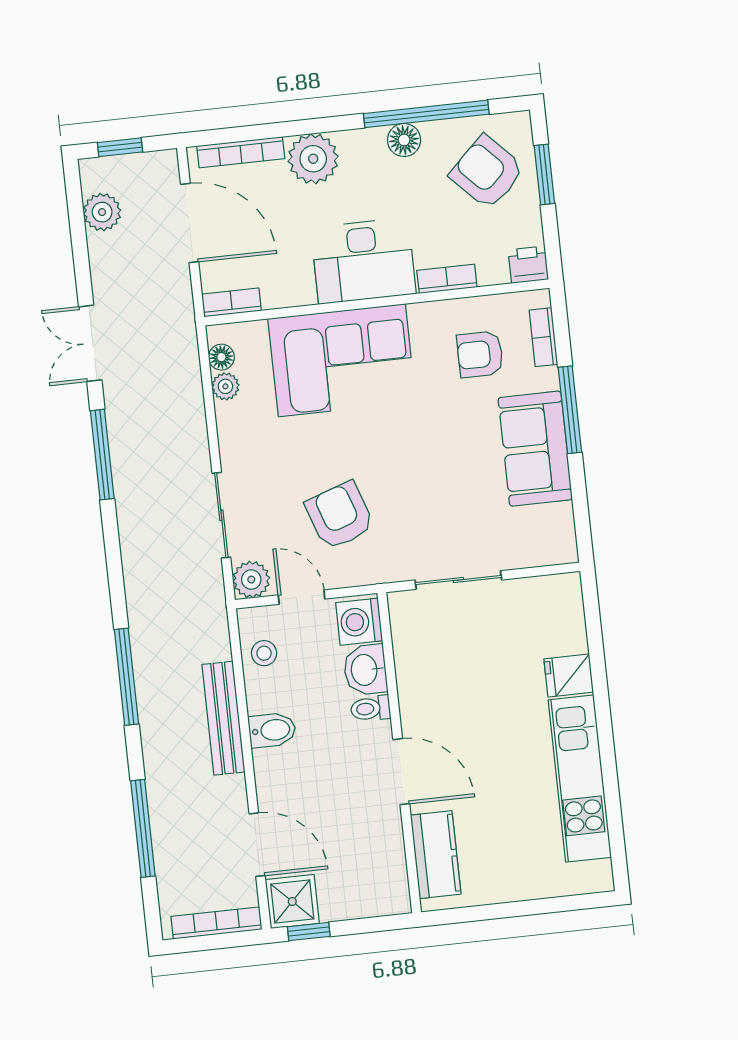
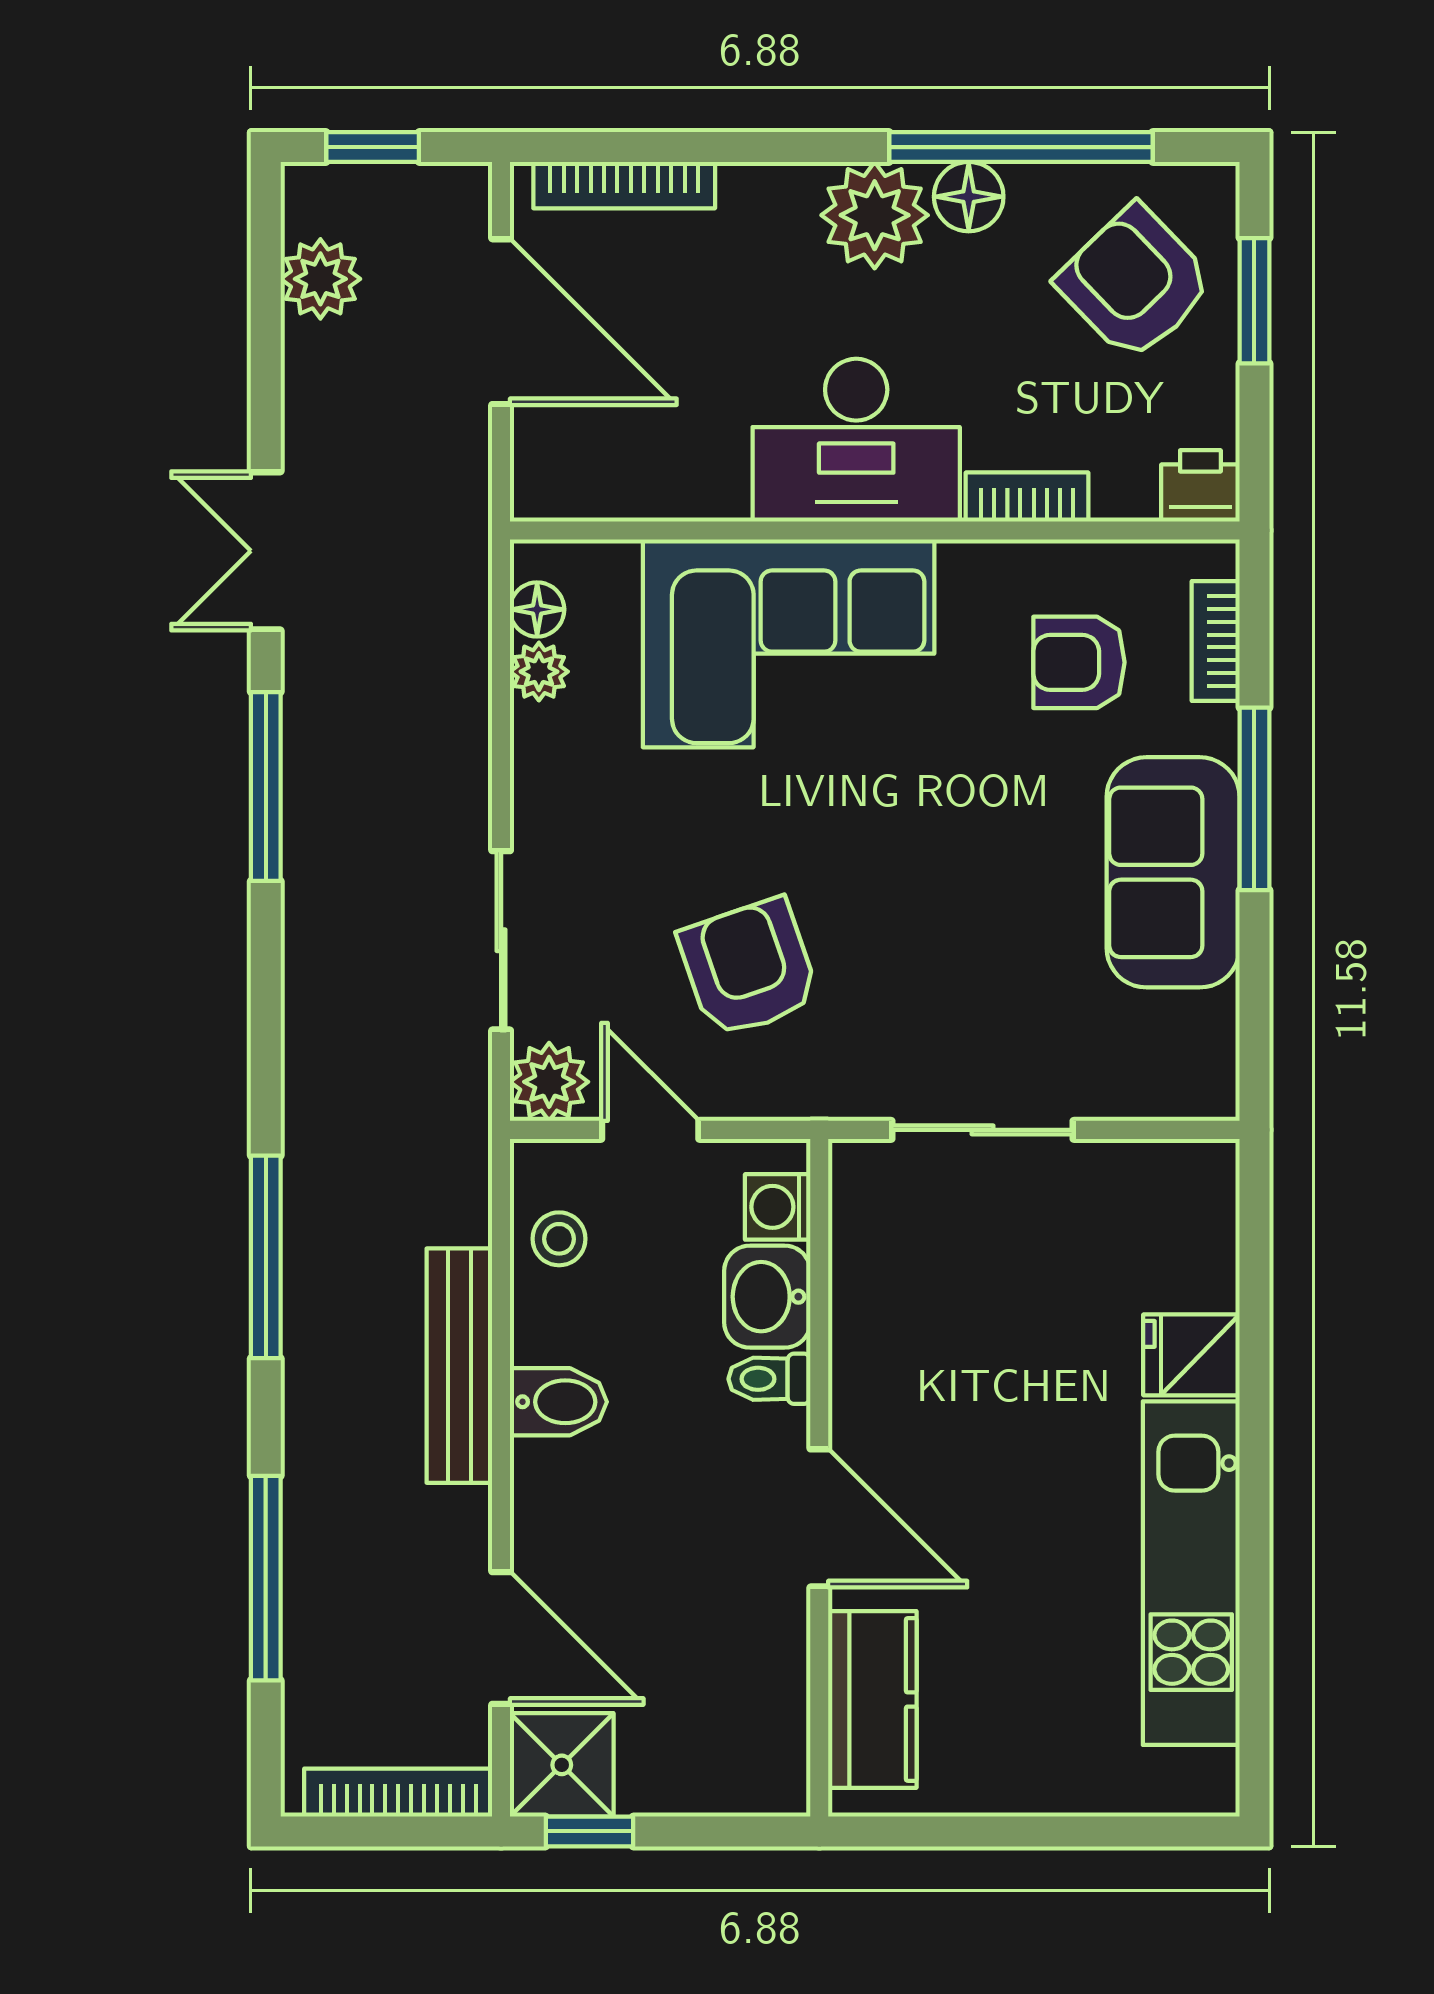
plant: (313, 159) -> (875, 215), moved
bookcase: (231, 302) -> (571, 497), removed
washing machine: (359, 622) -> (778, 1207), width x0.73, depth x0.73

